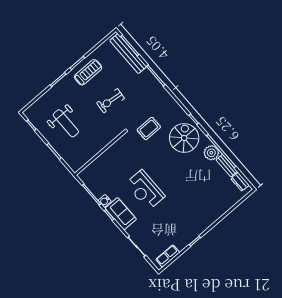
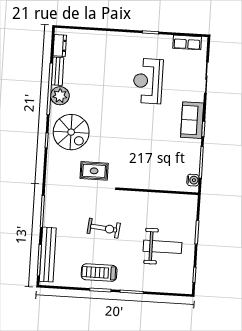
weight bench: (66, 123) -> (162, 247), turned 90
spiral stairs: (184, 138) -> (71, 132), turned -90
reception desk: (145, 190) -> (148, 81), moved, turned 180
water cooler: (105, 201) -> (193, 180), moved

